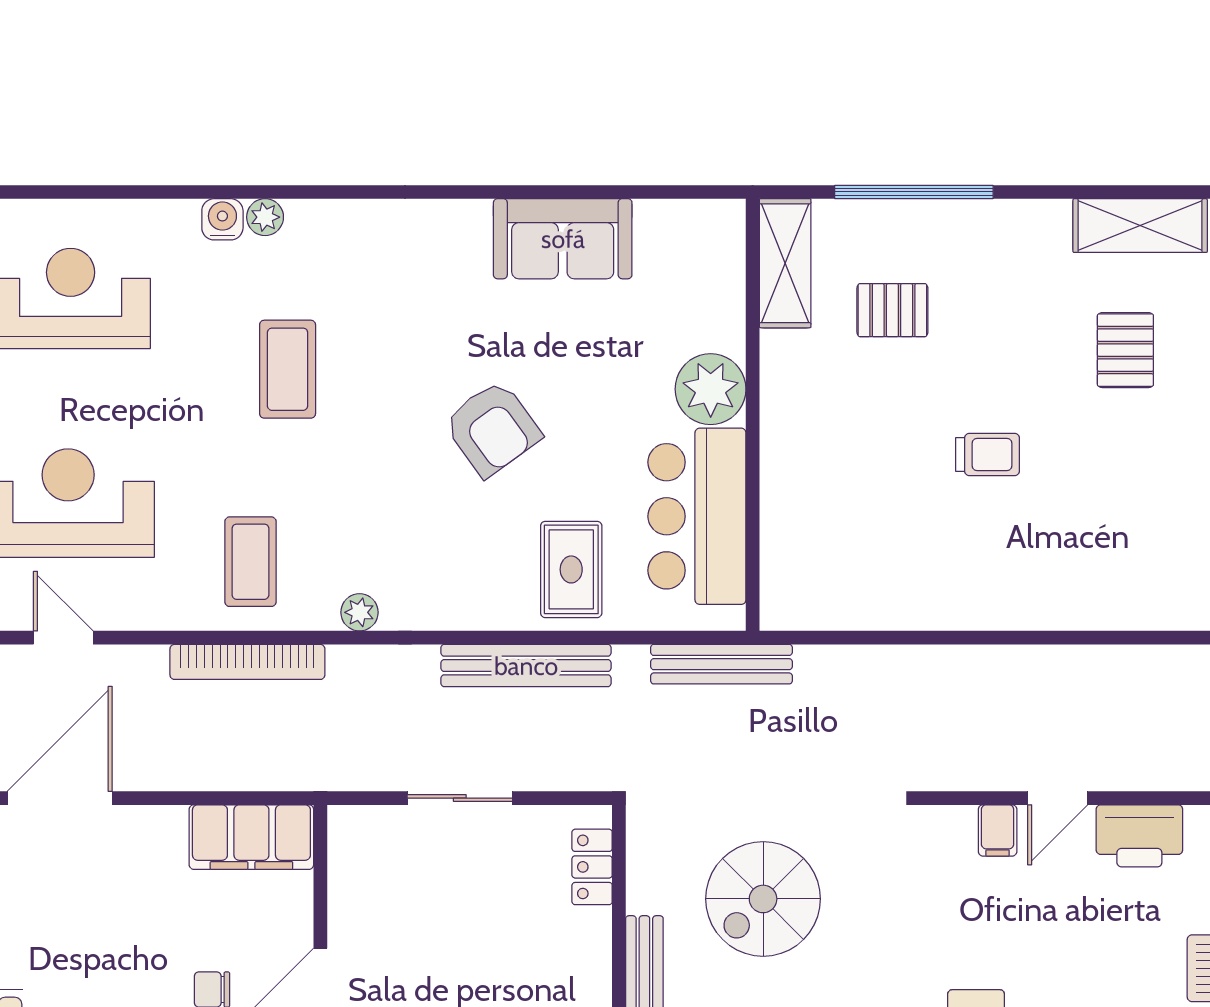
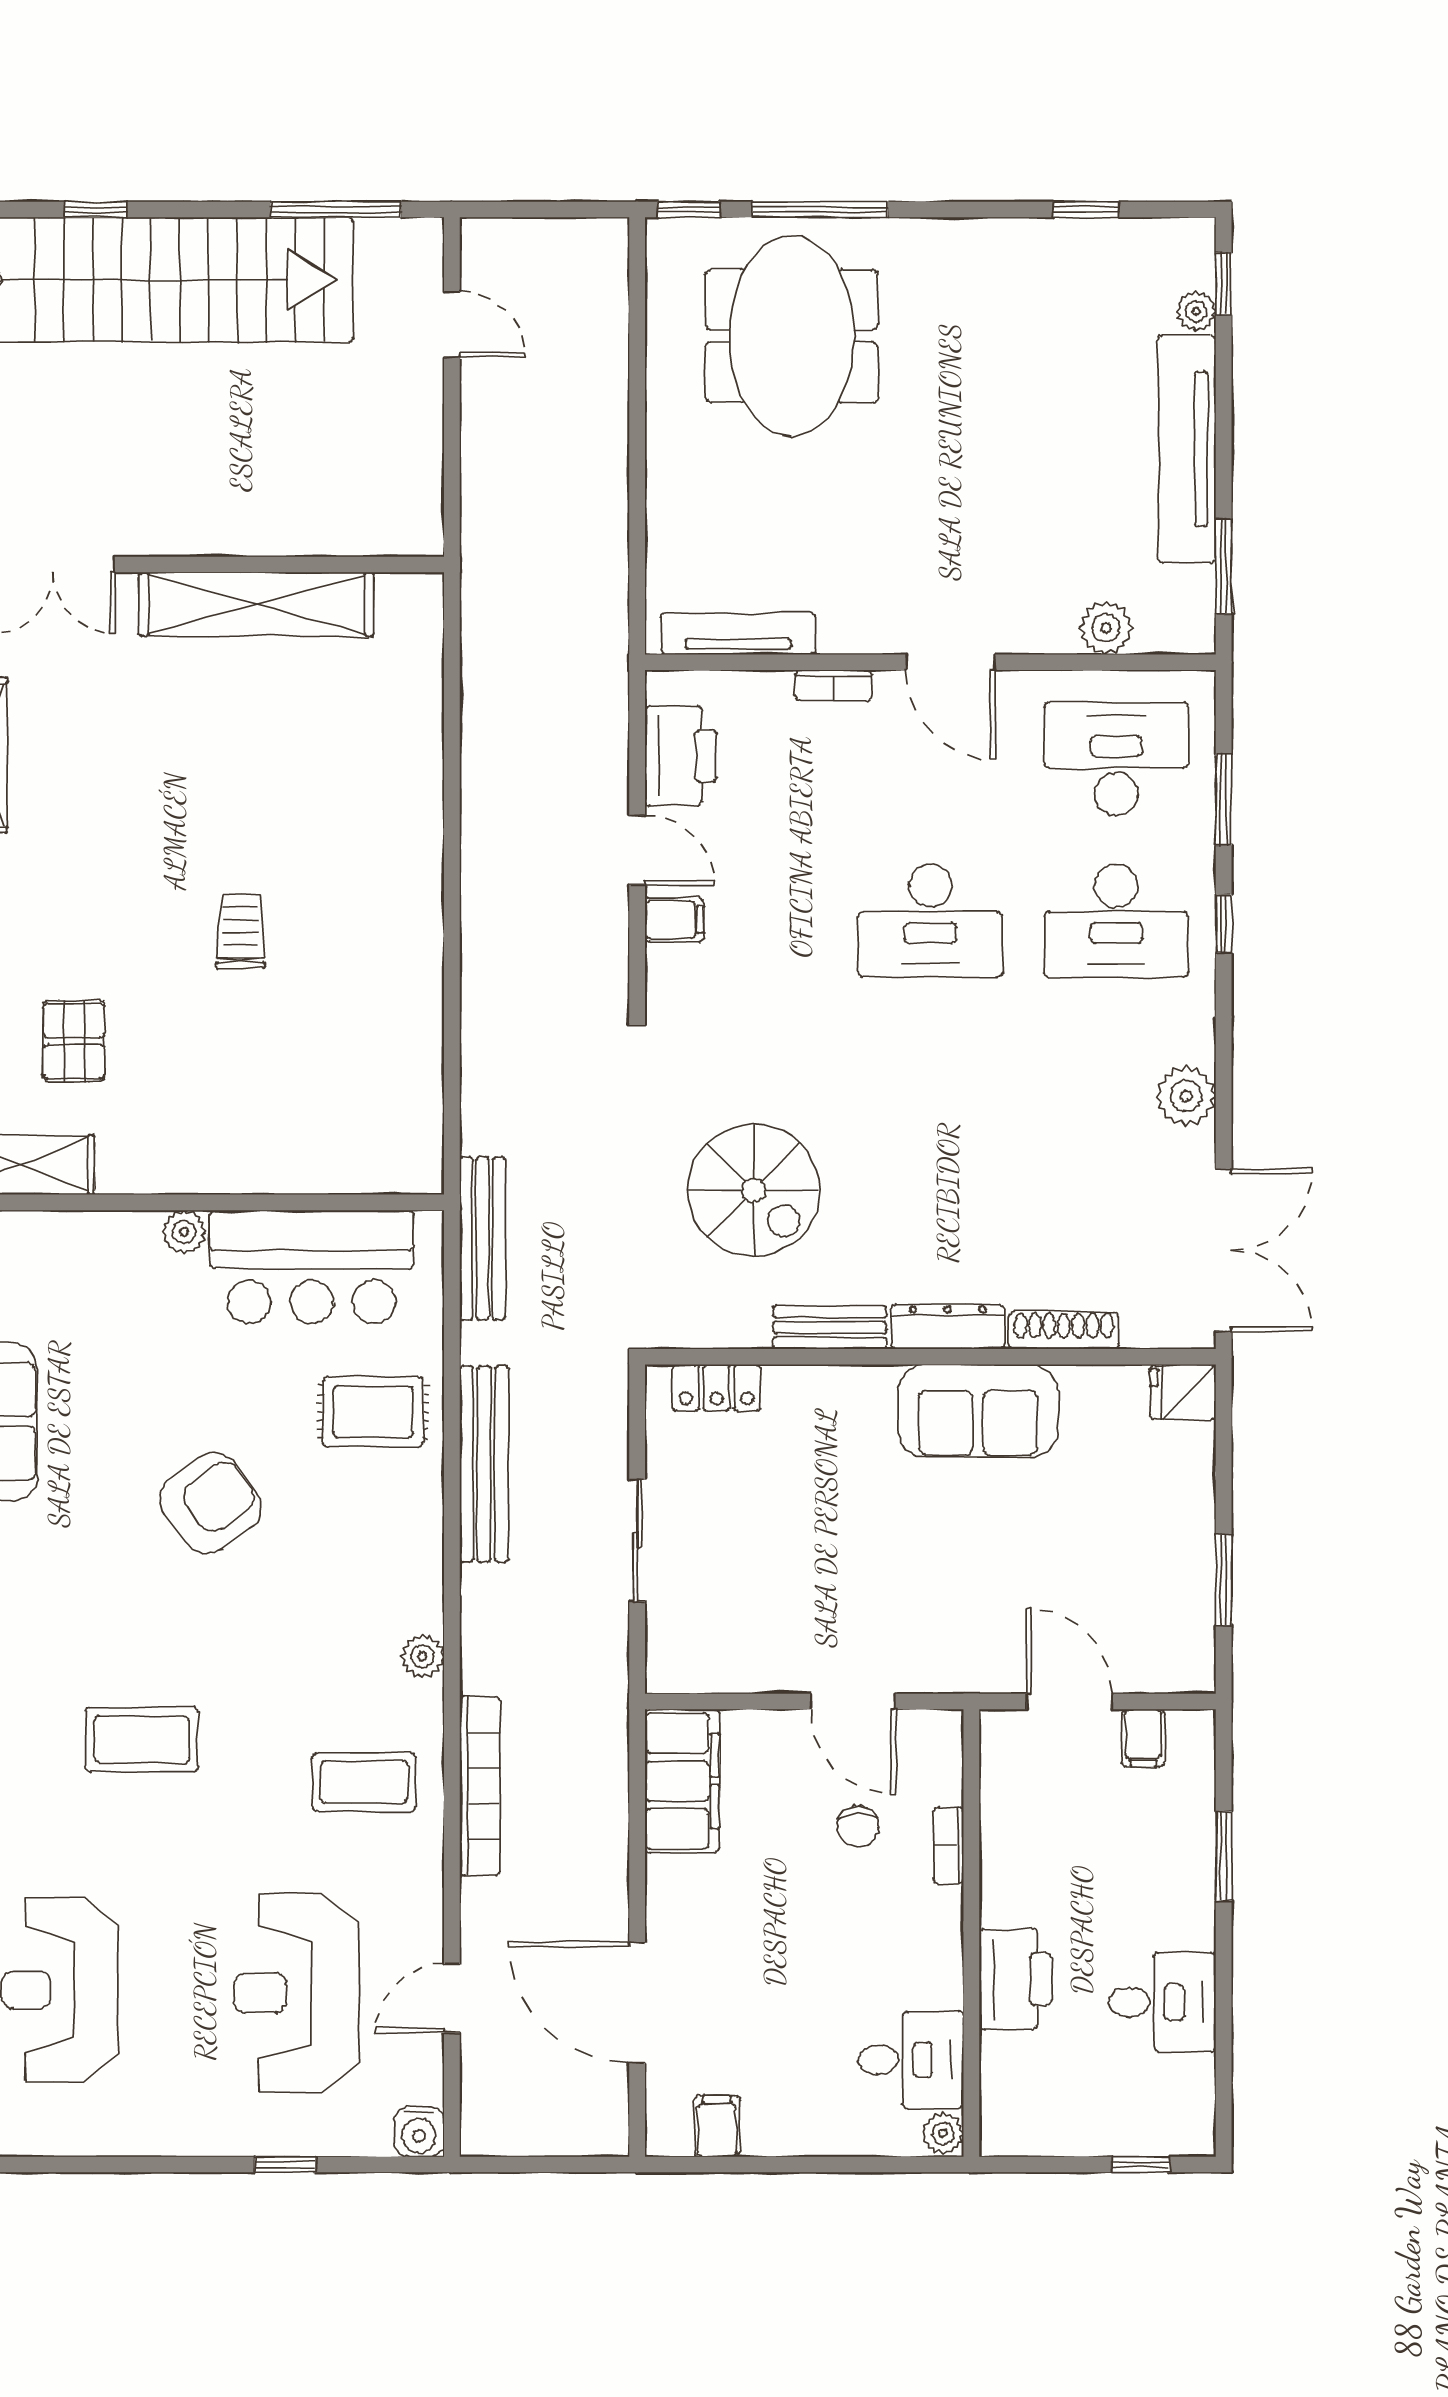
pallet: (1125, 350) -> (120, 772), removed
plant: (711, 389) -> (184, 1232), width x0.53, depth x0.53

